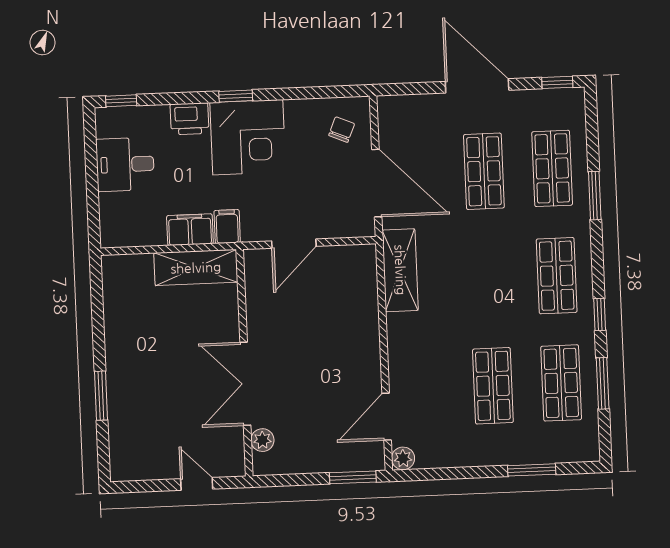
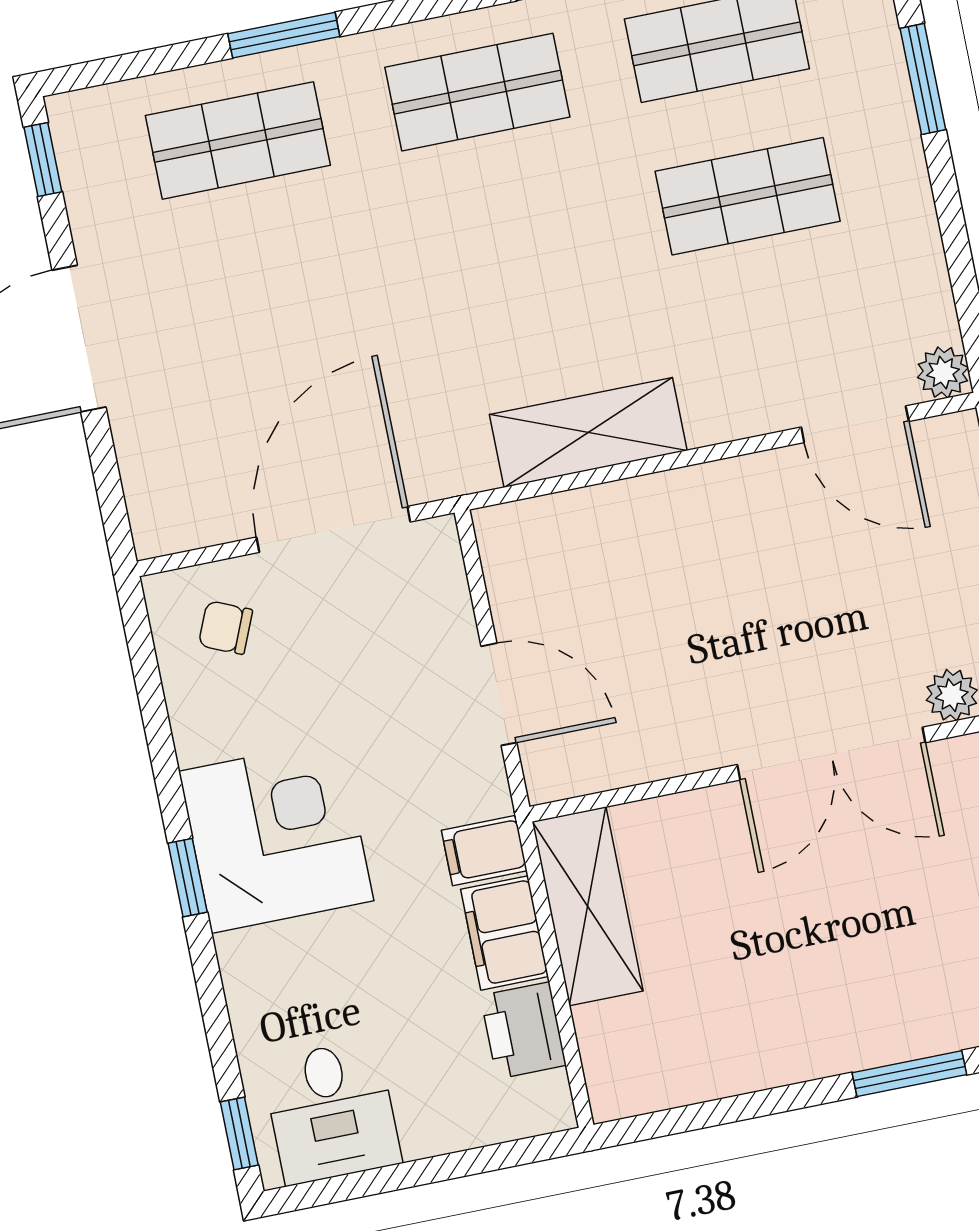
printer: (190, 119) -> (523, 1030), moved, turned 180
desk: (125, 164) -> (332, 1112), moved
shop shelf: (484, 171) -> (269, 293), removed
shelving: (400, 270) -> (588, 433), moved

